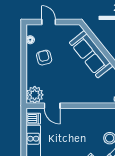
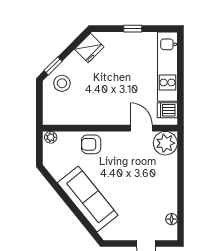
armchair: (44, 58) -> (91, 144), moved, turned 104

